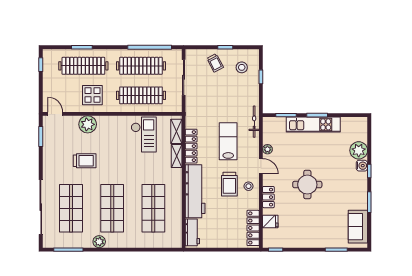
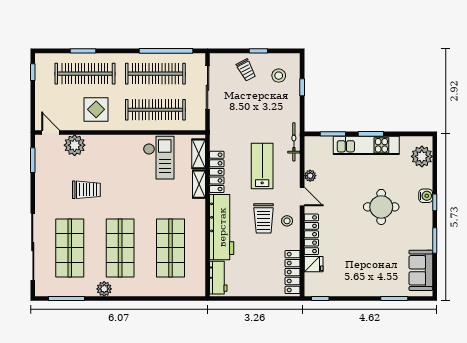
plant: (88, 124) -> (75, 145), moved
plant: (359, 150) -> (422, 156), moved
round table: (307, 185) -> (381, 207), moved
locker: (268, 197) -> (311, 234), width x1.53

